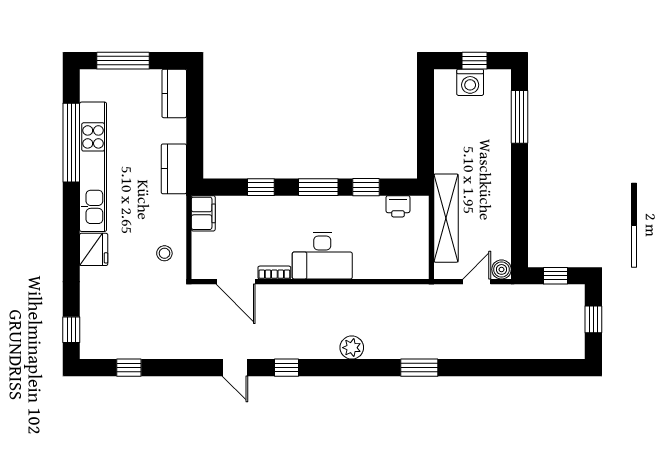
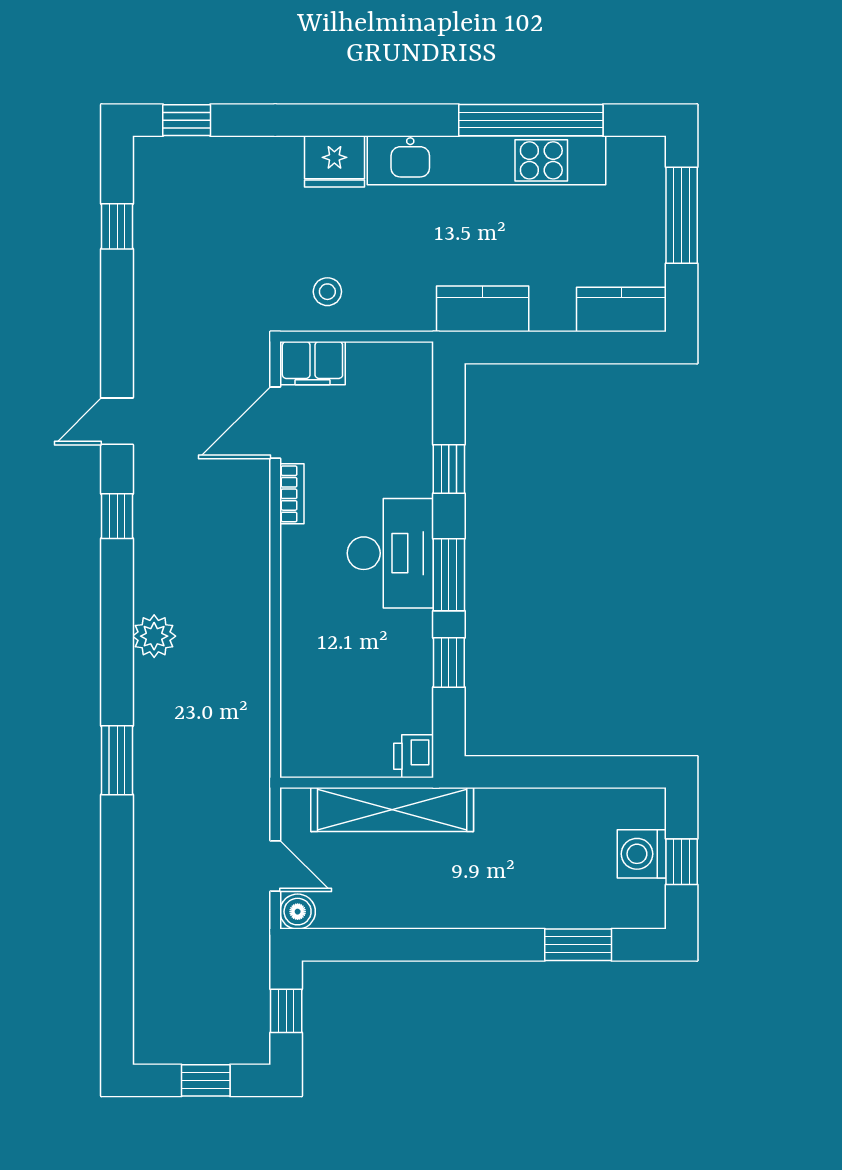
window: (520, 117) -> (578, 945), width x0.69
printer: (398, 206) -> (414, 756), moved
filing cabinet: (203, 213) -> (312, 363), moved
desk: (322, 256) -> (390, 553), moved, turned 180

